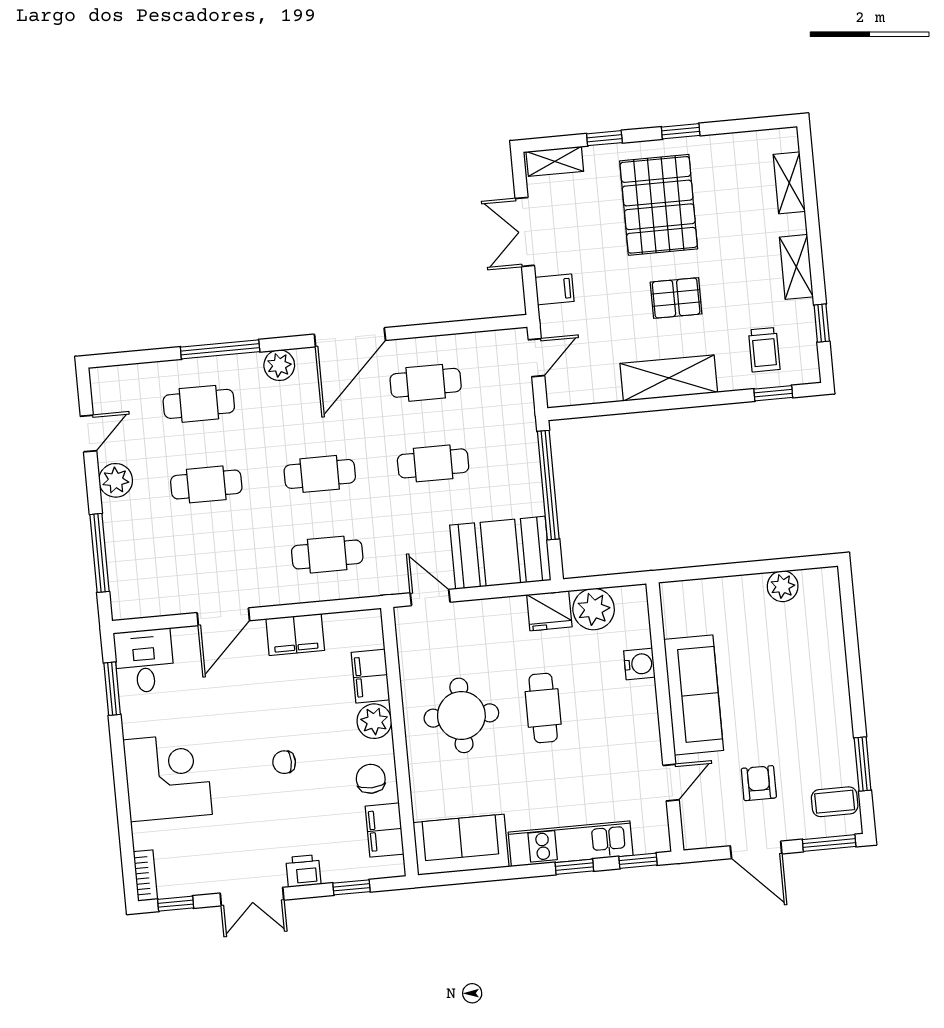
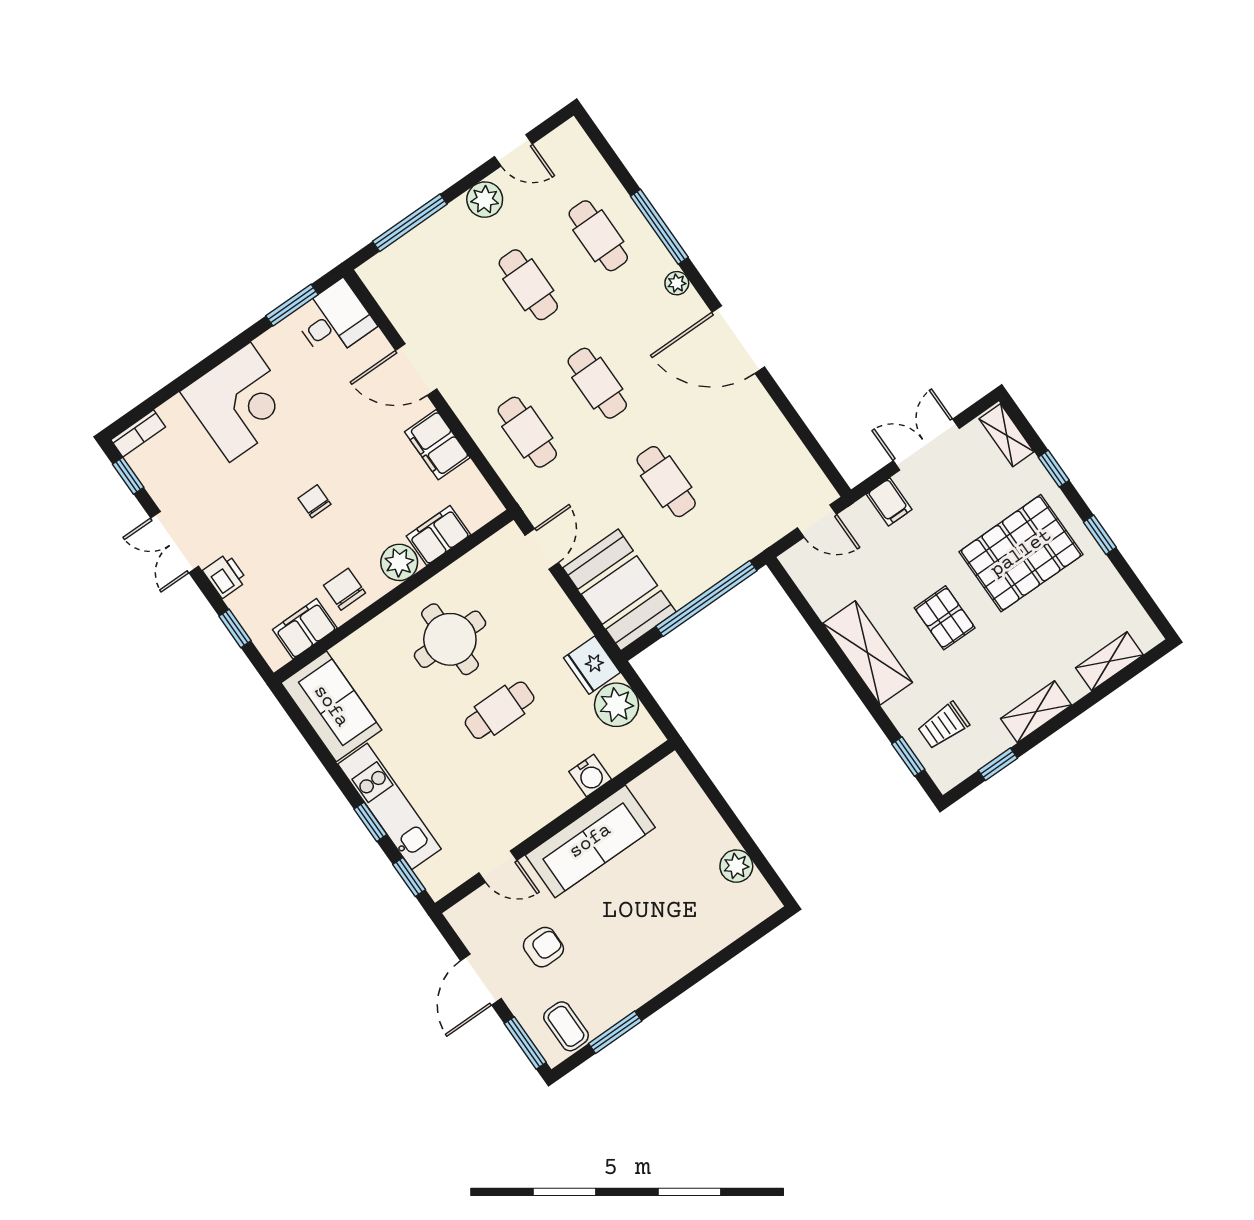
plant: (279, 365) -> (677, 283), width x0.73, depth x0.73
cafe table: (426, 383) -> (736, 433), removed
chair: (371, 779) -> (345, 589), turned -89

